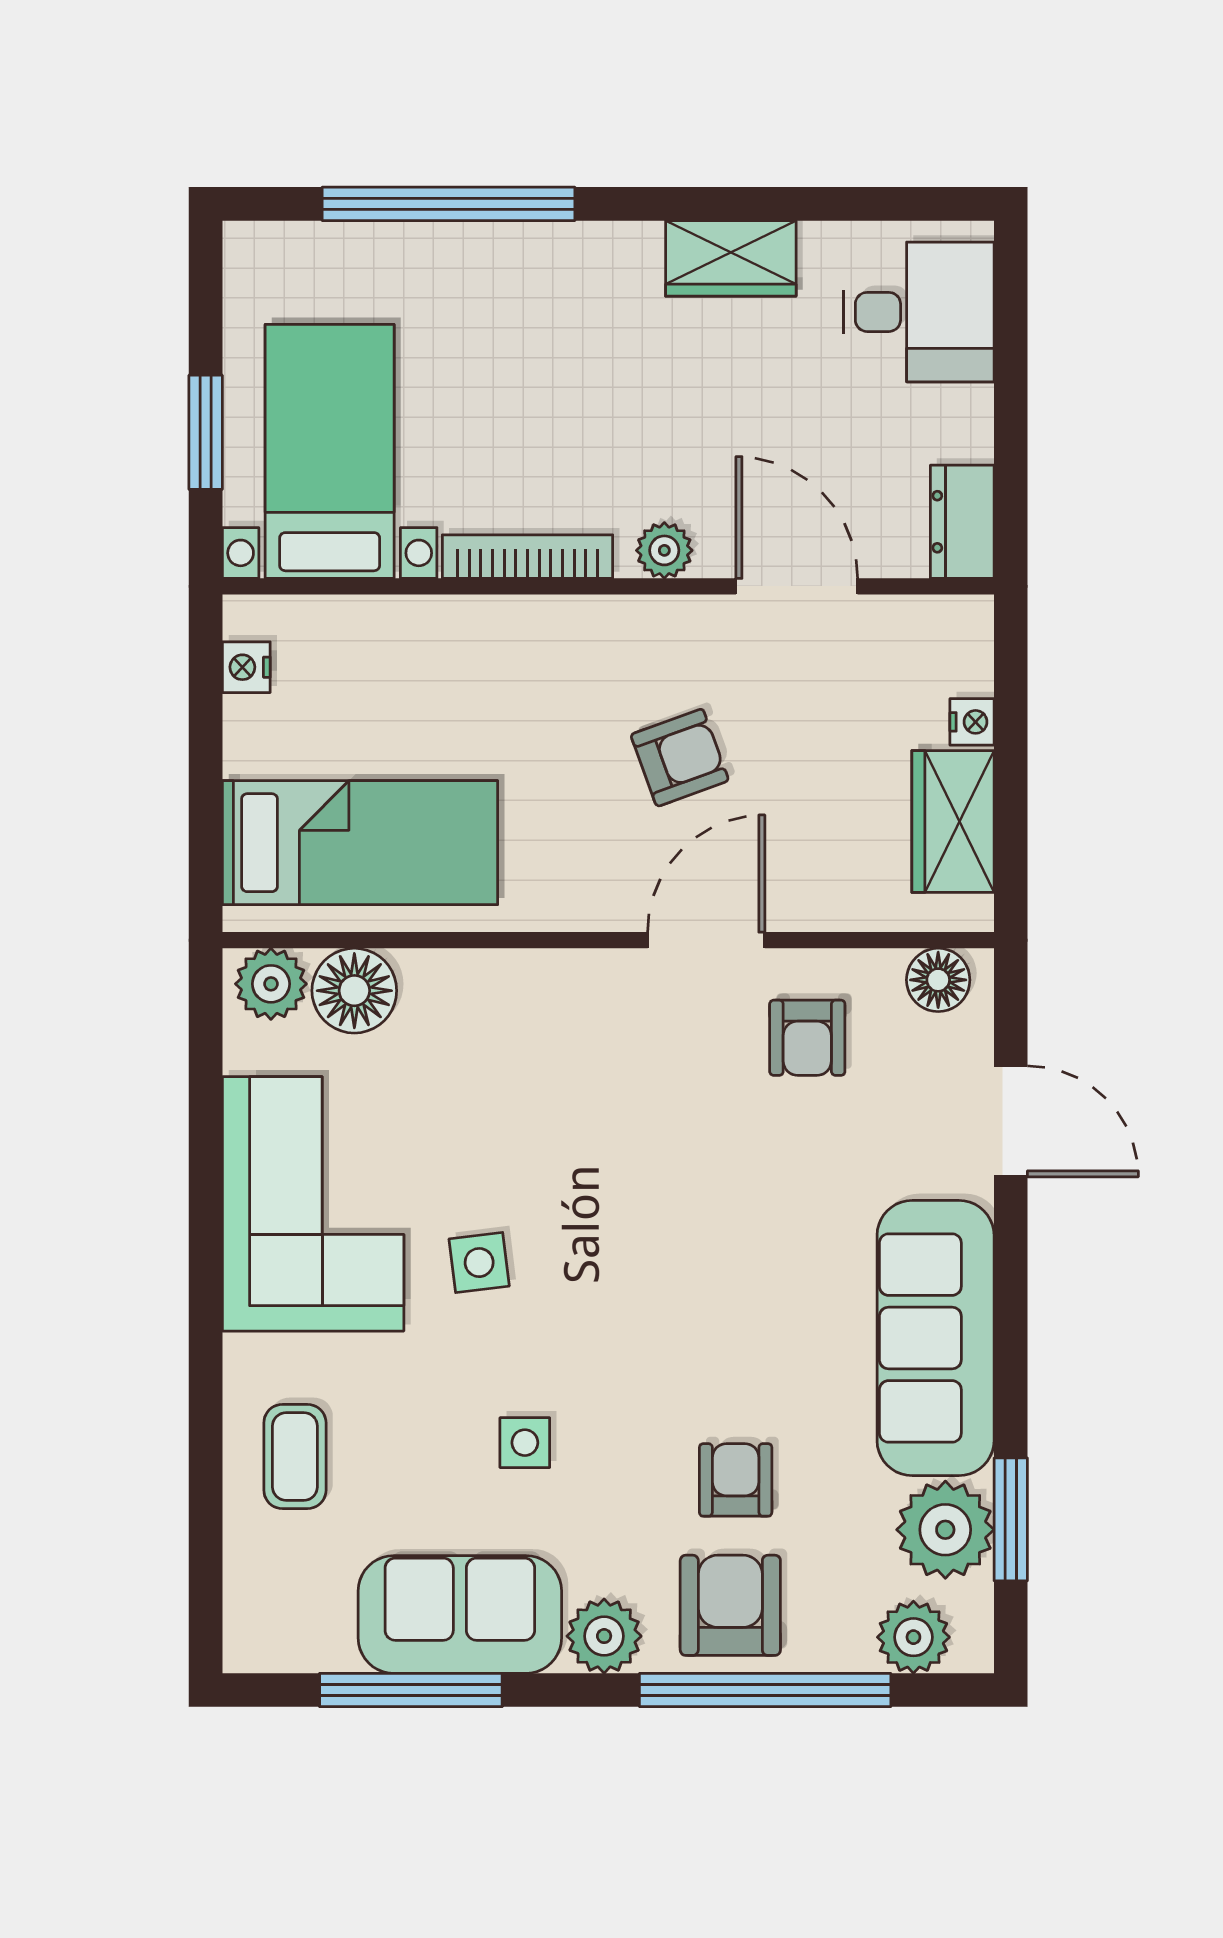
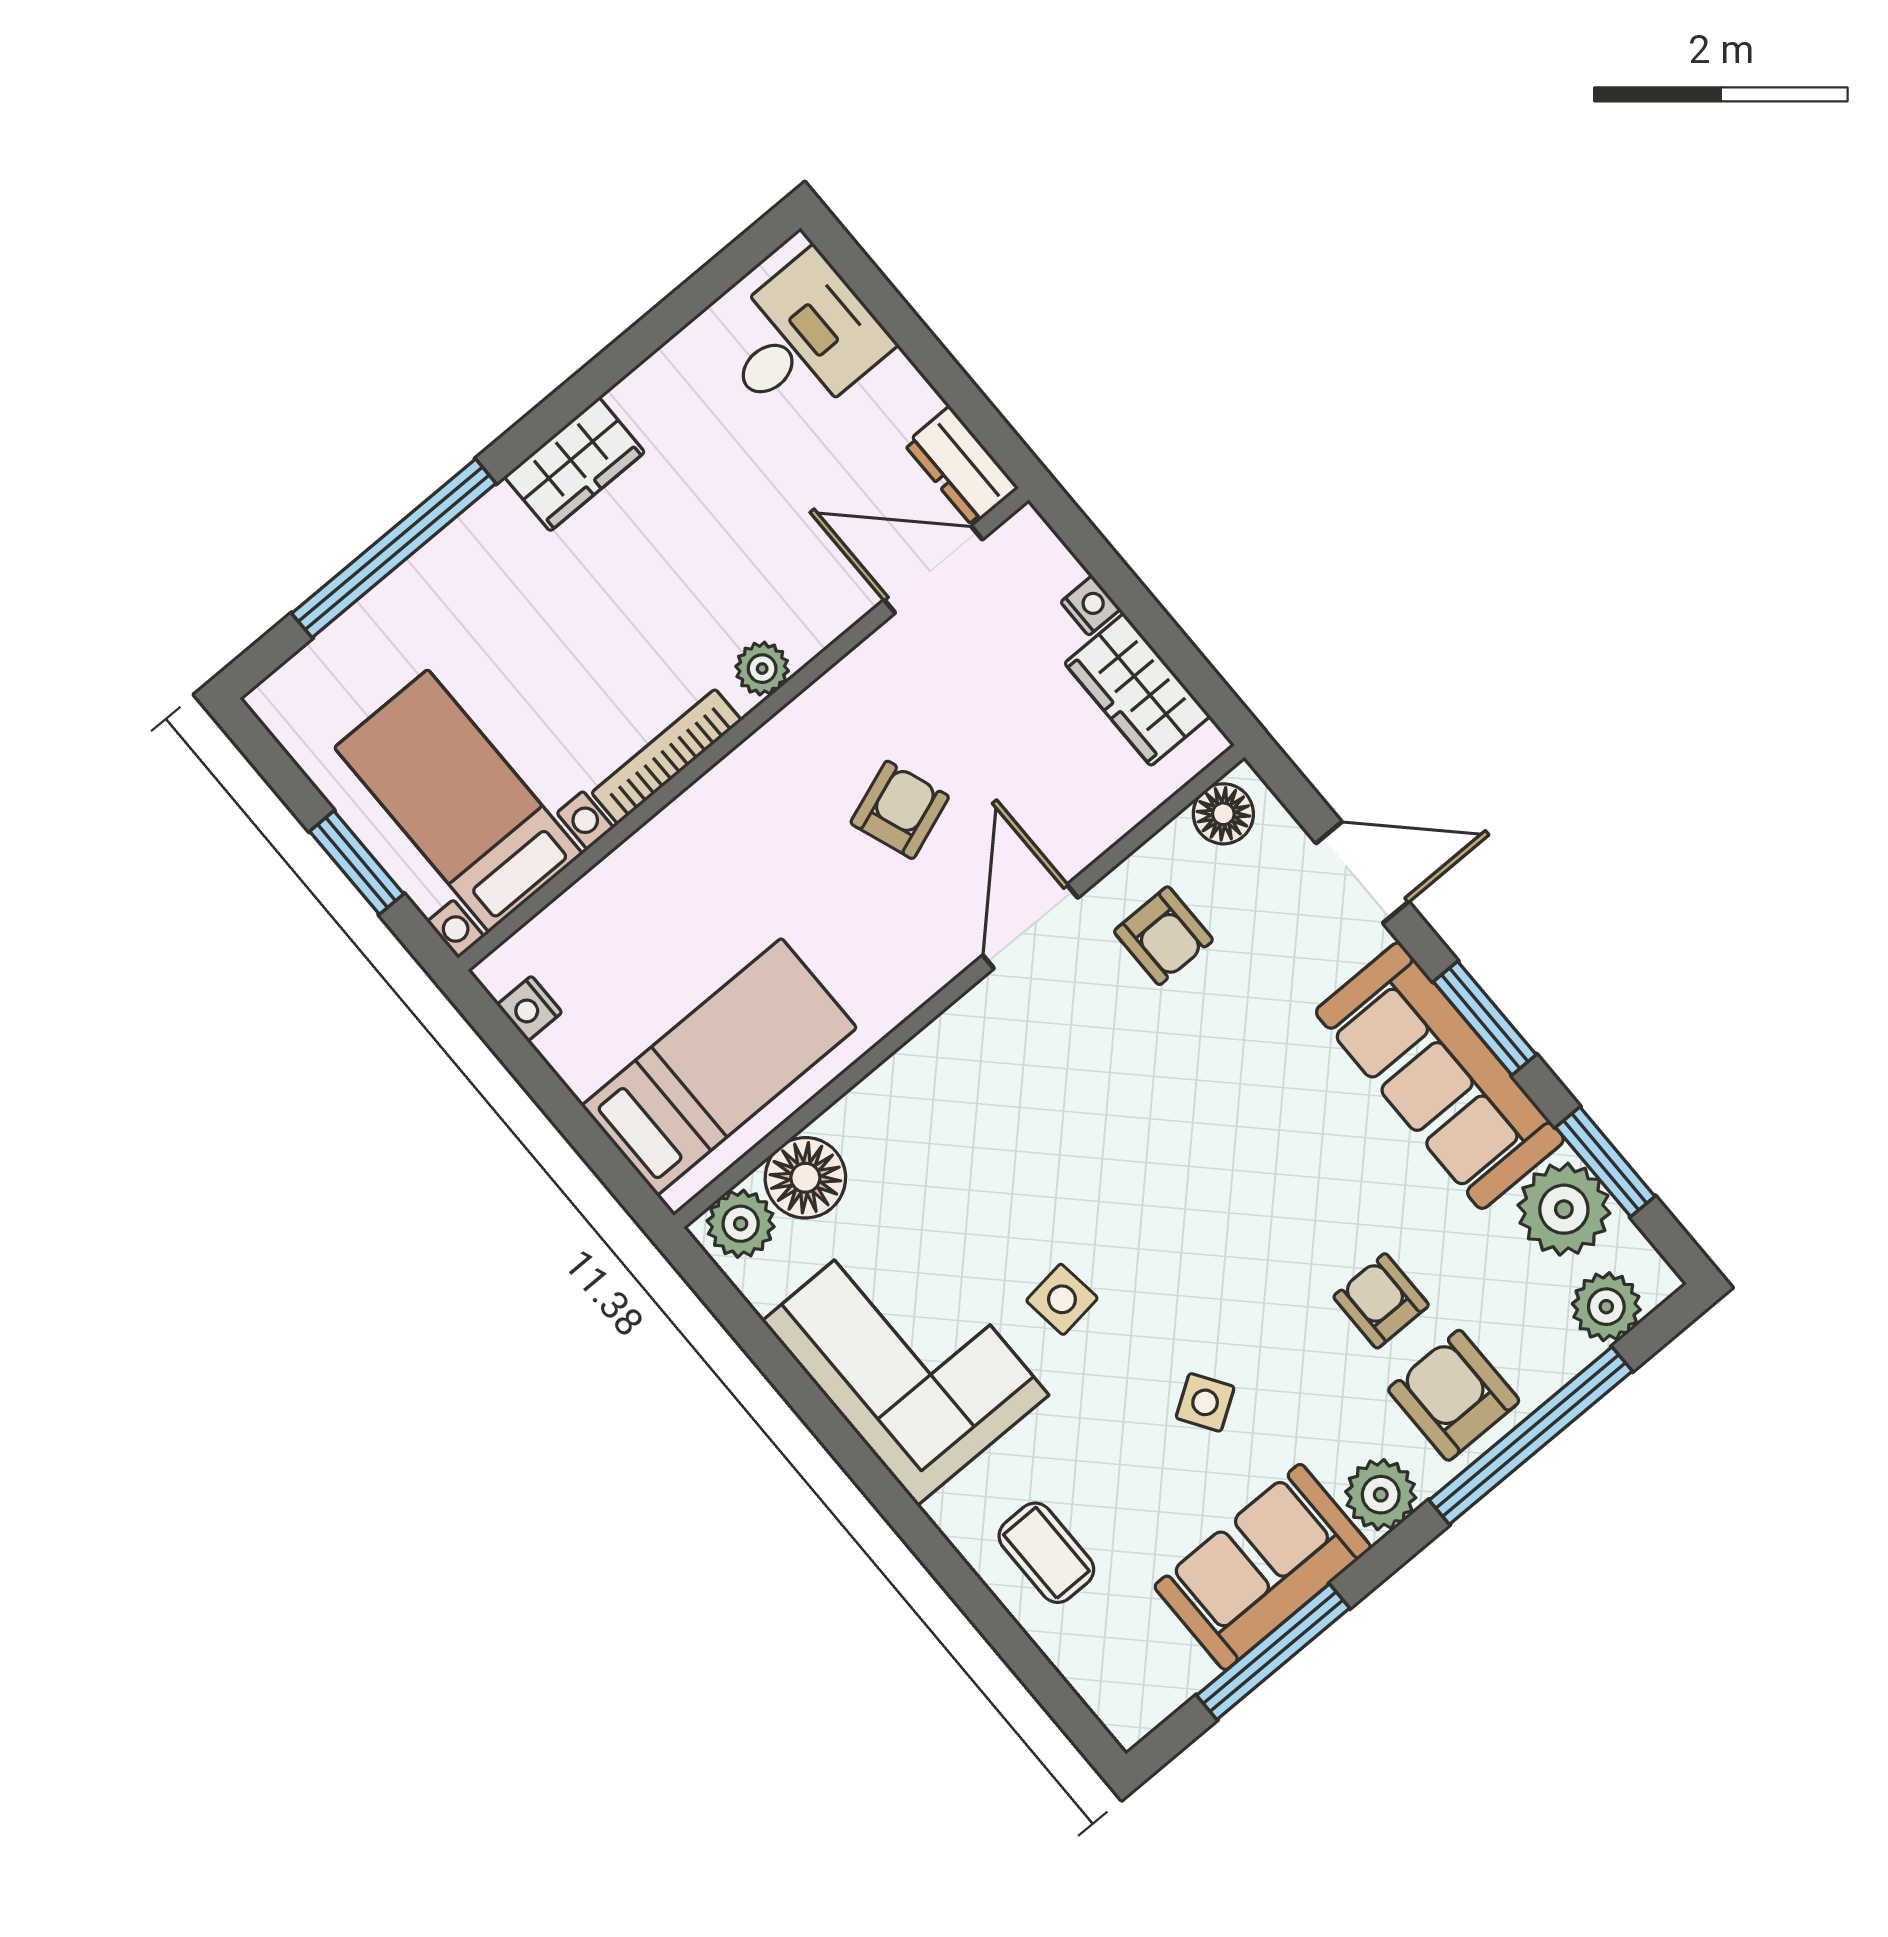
wardrobe: (731, 258) -> (574, 464), moved
door: (797, 586) -> (933, 570), moved
window: (1011, 1322) -> (1485, 1018), added
side table: (525, 1443) -> (1205, 1402), turned -33

